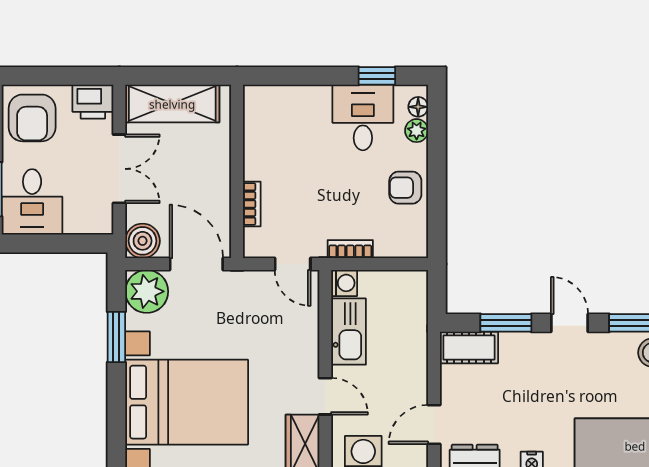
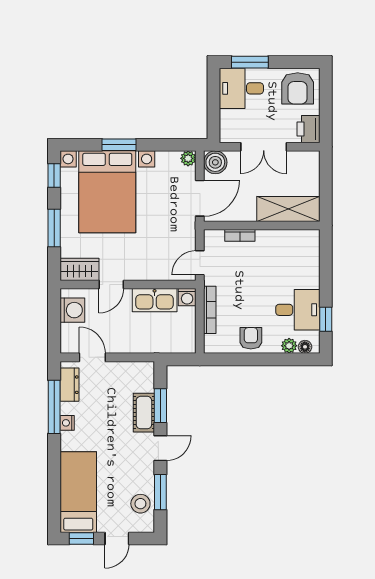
shelving: (172, 104) -> (288, 209), moved, turned 90
armchair: (32, 118) -> (298, 88), turned -90
bookcase: (350, 249) -> (210, 310), width x1.56
plant: (147, 291) -> (188, 158), width x0.53, depth x0.53
window: (116, 337) -> (119, 145), moved
cot: (469, 347) -> (144, 413), moved

